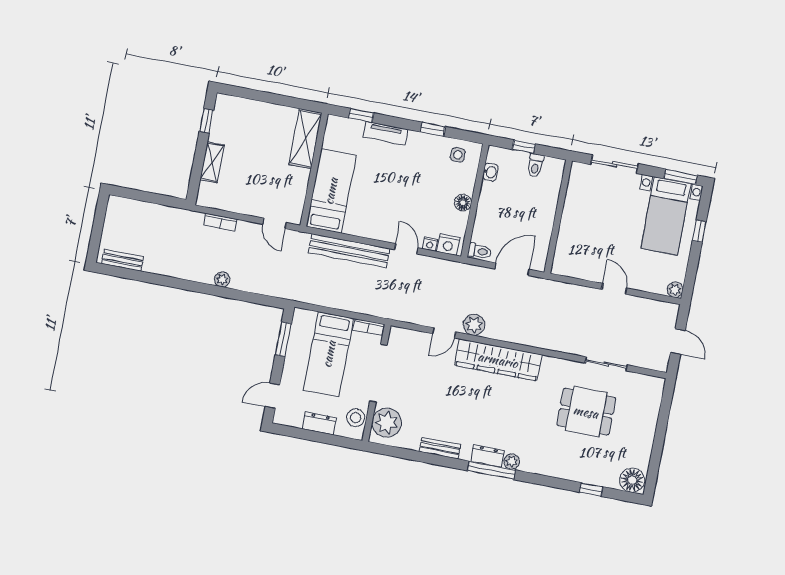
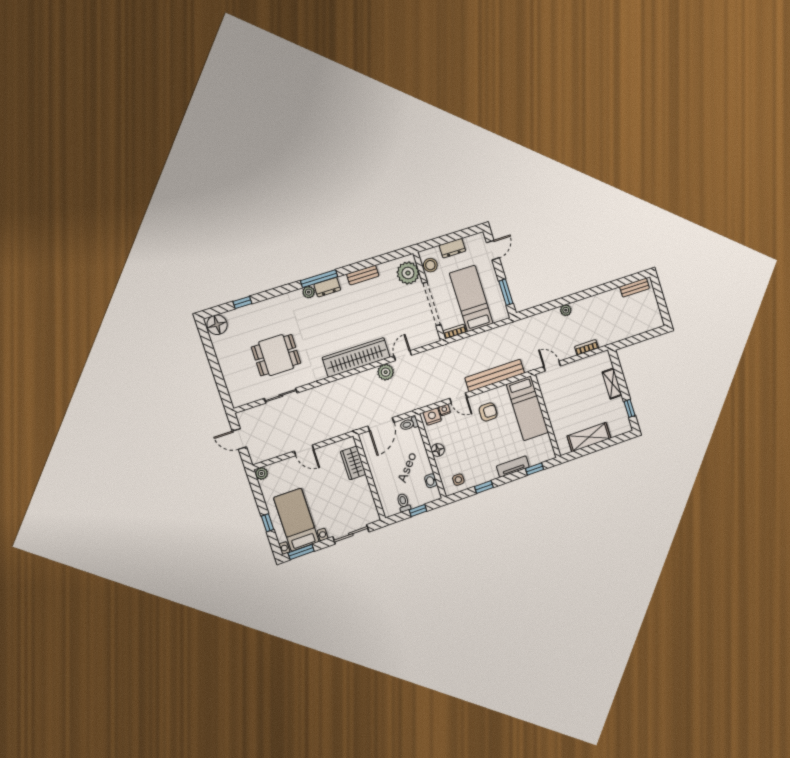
shelving: (305, 139) -> (589, 437), moved, turned 90
armchair: (380, 213) -> (488, 412), added
wardrobe: (567, 243) -> (353, 463), added

